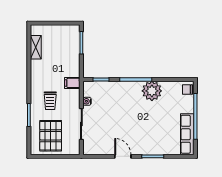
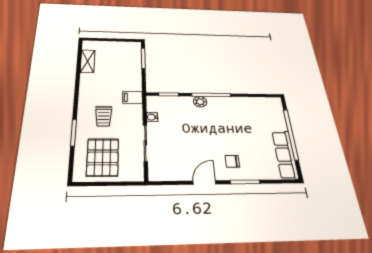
chair: (187, 89) -> (232, 161), moved
plant: (152, 91) -> (200, 102), moved, width x0.53, depth x0.53
door: (123, 156) -> (204, 183), hinge flipped

